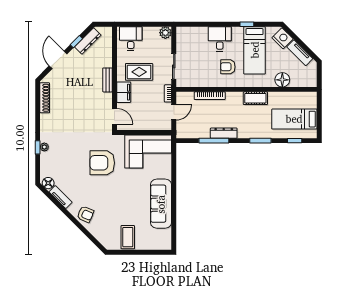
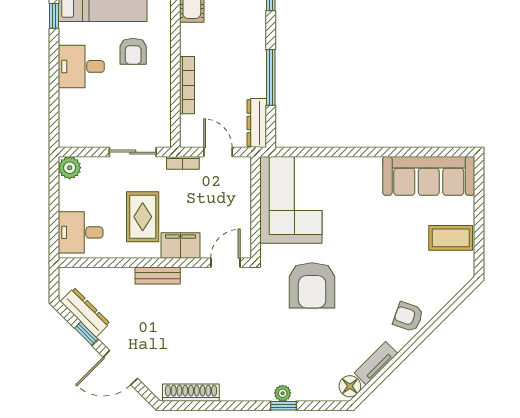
dresser: (224, 133) -> (257, 123), moved
sofa: (161, 204) -> (429, 176), moved
armchair: (85, 214) -> (408, 317), turned -94

